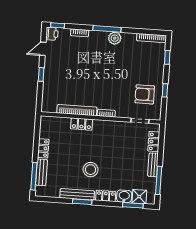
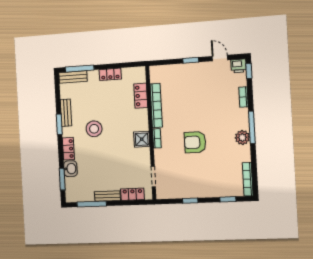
armchair: (145, 94) -> (195, 142), moved, turned -90
locker: (82, 124) -> (141, 96), moved
bench: (41, 172) -> (73, 77), moved
bench: (77, 194) -> (66, 113), width x0.73
shower: (139, 197) -> (142, 139), moved

